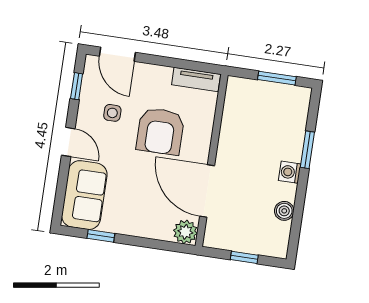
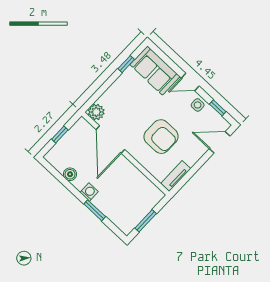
side table: (112, 113) -> (198, 105), moved
armchair: (160, 131) -> (161, 137), turned 180
door: (207, 191) -> (110, 139), swing flipped

